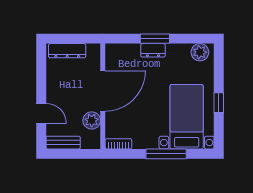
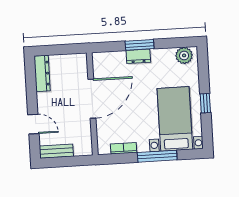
dresser: (67, 51) -> (42, 73), moved, turned -90
plant: (92, 120) -> (83, 128), removed
bookcase: (118, 144) -> (124, 148), moved

